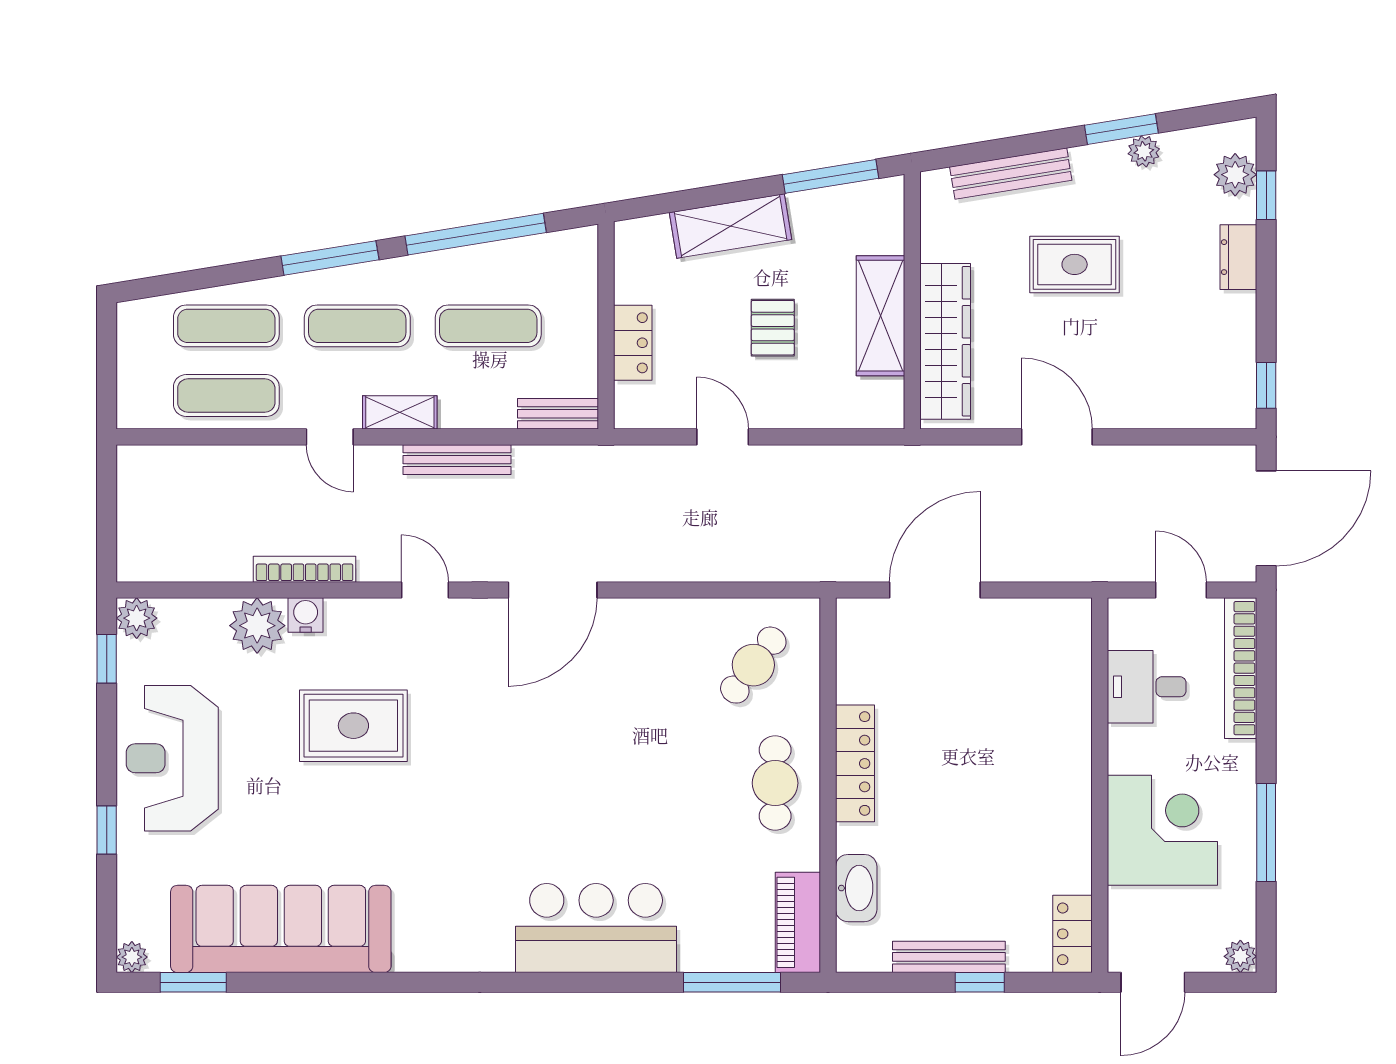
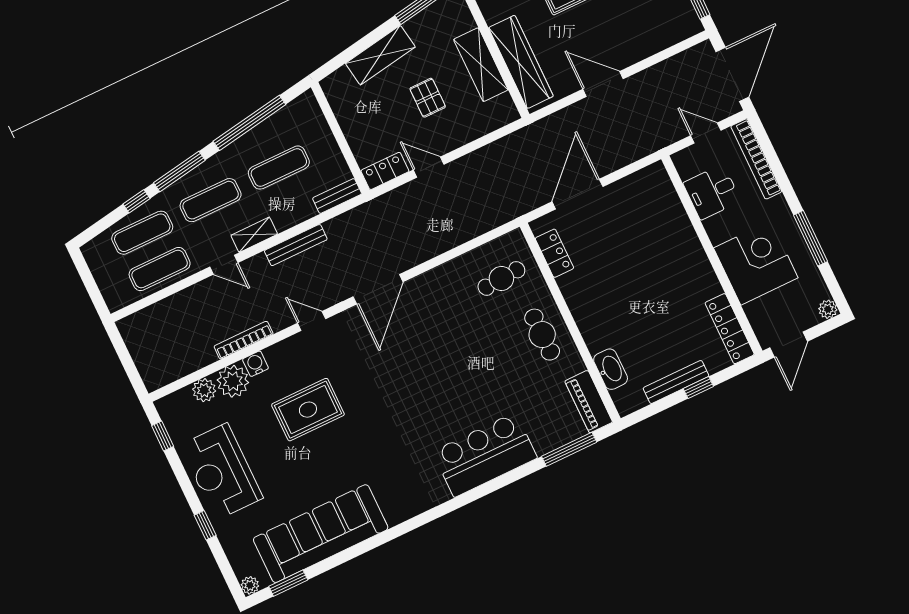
window: (241, 272) -> (136, 201), added
locker: (633, 343) -> (385, 171), moved, turned -90
plant: (137, 618) -> (204, 390), moved
cafe table: (753, 665) -> (501, 278), turned 49
locker: (855, 763) -> (554, 253), moved, width x0.66
locker: (1072, 934) -> (730, 329), width x1.53

